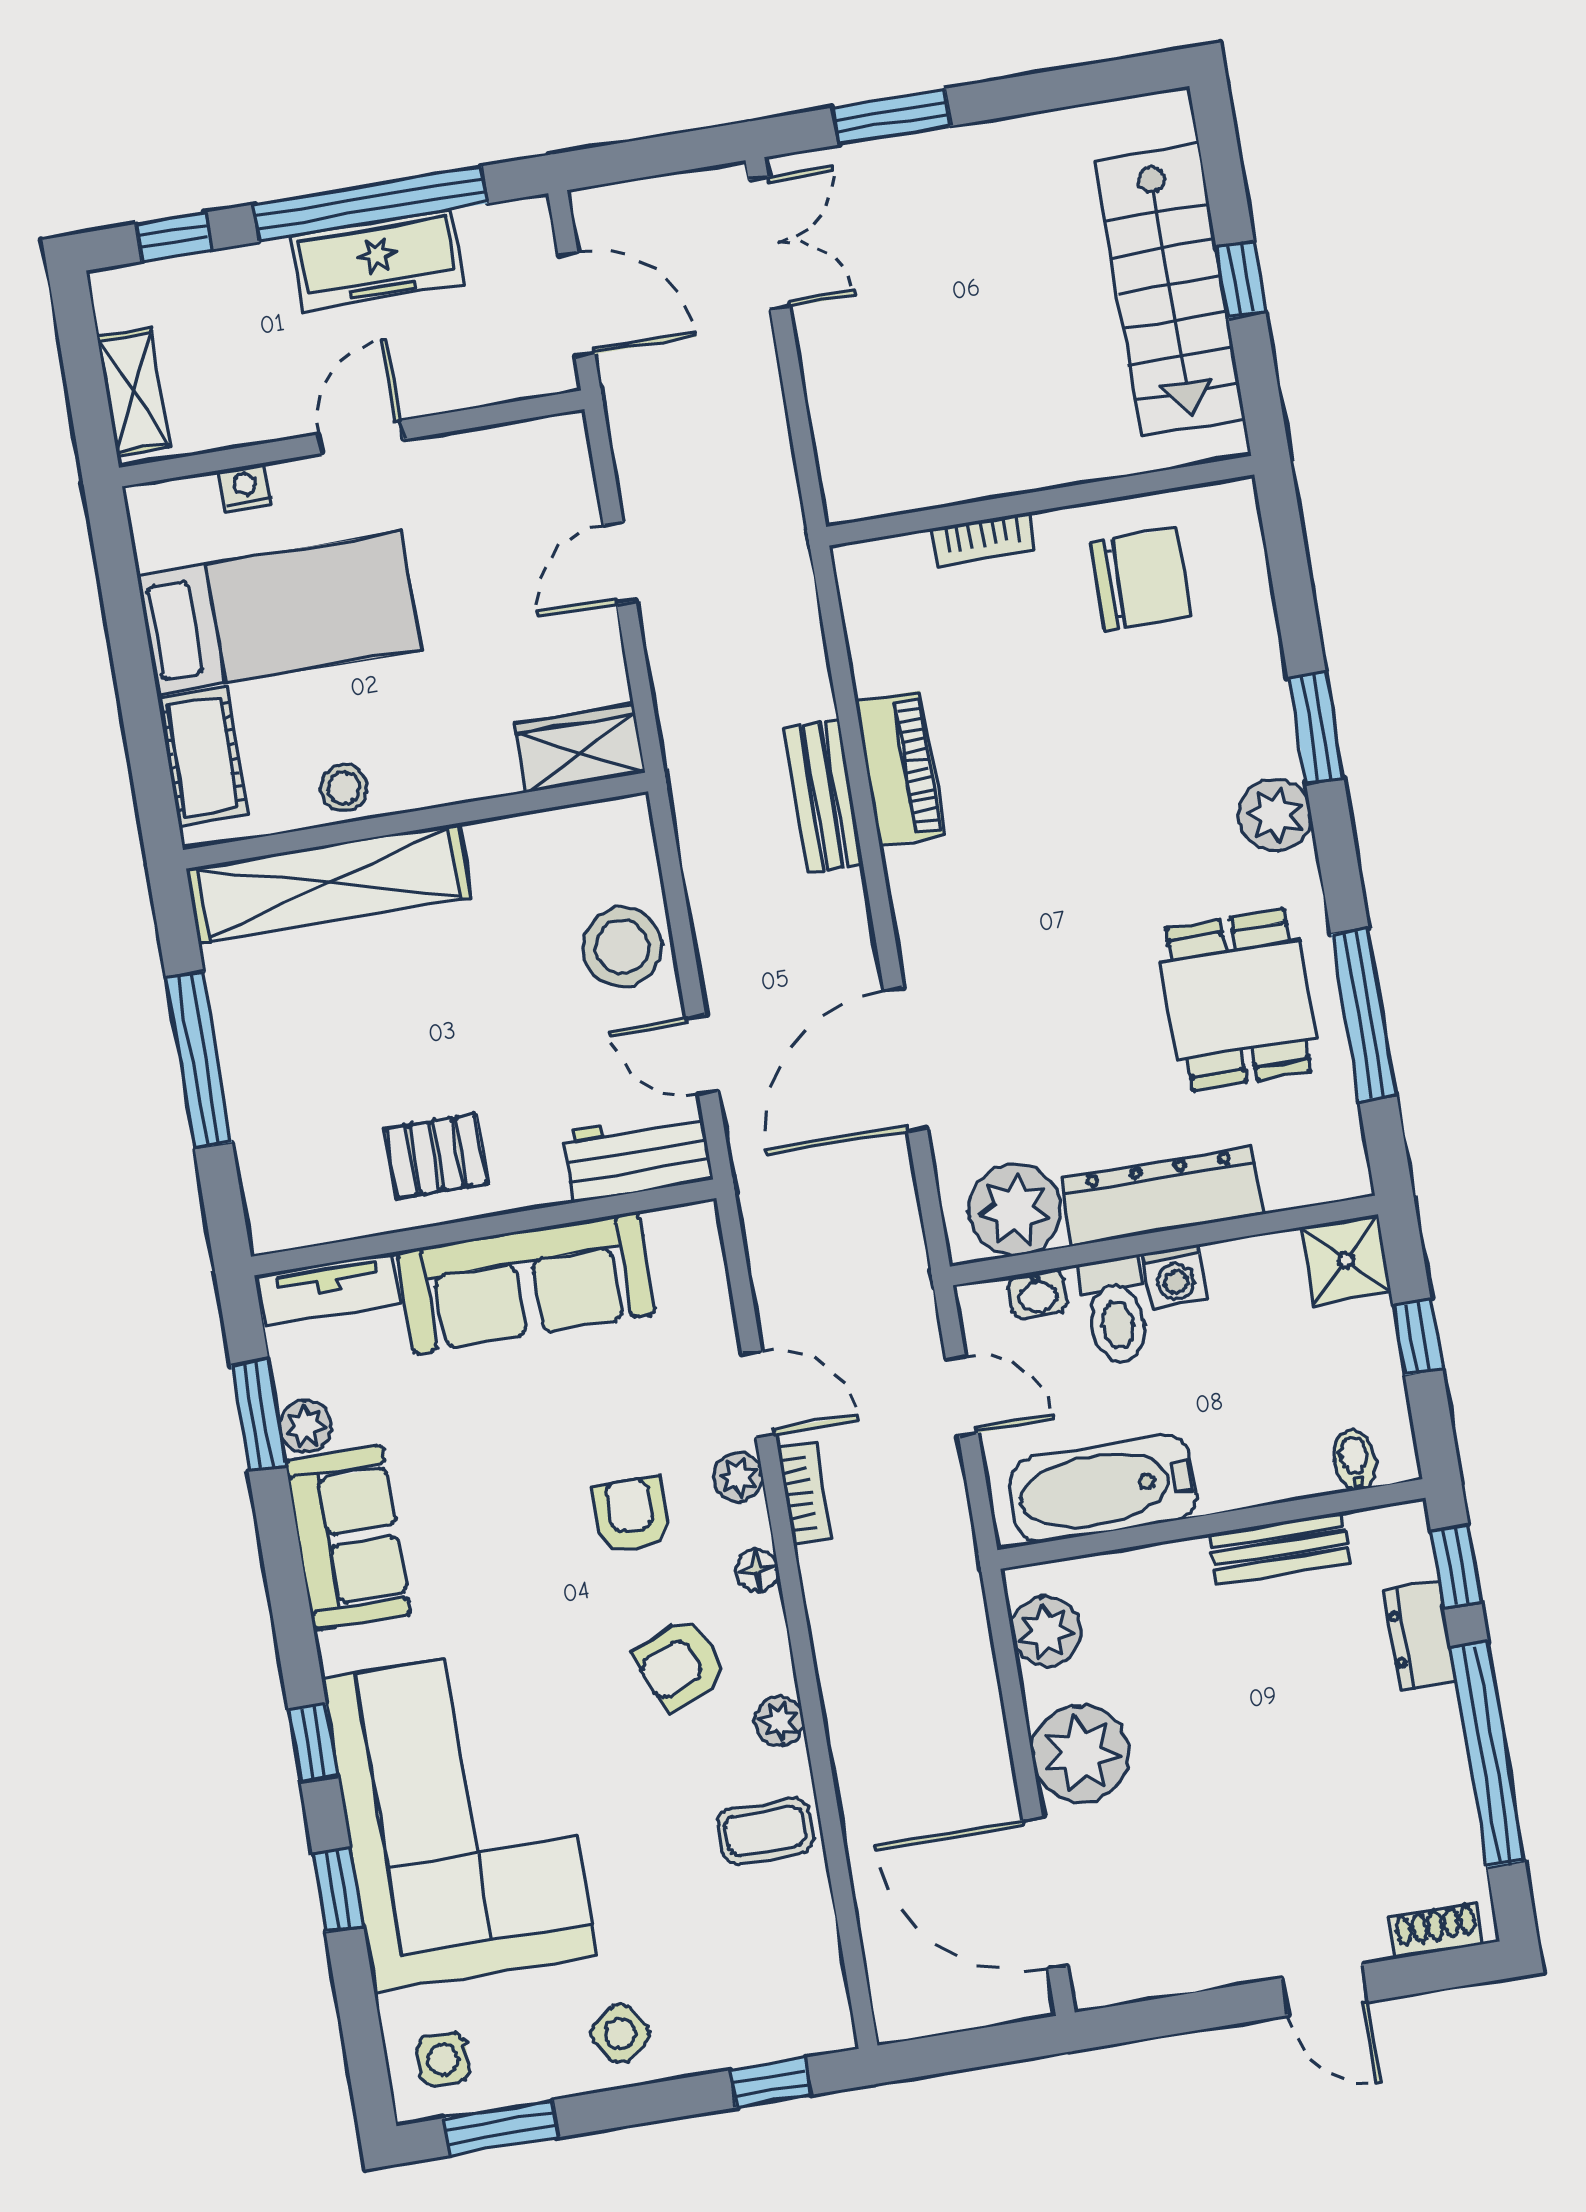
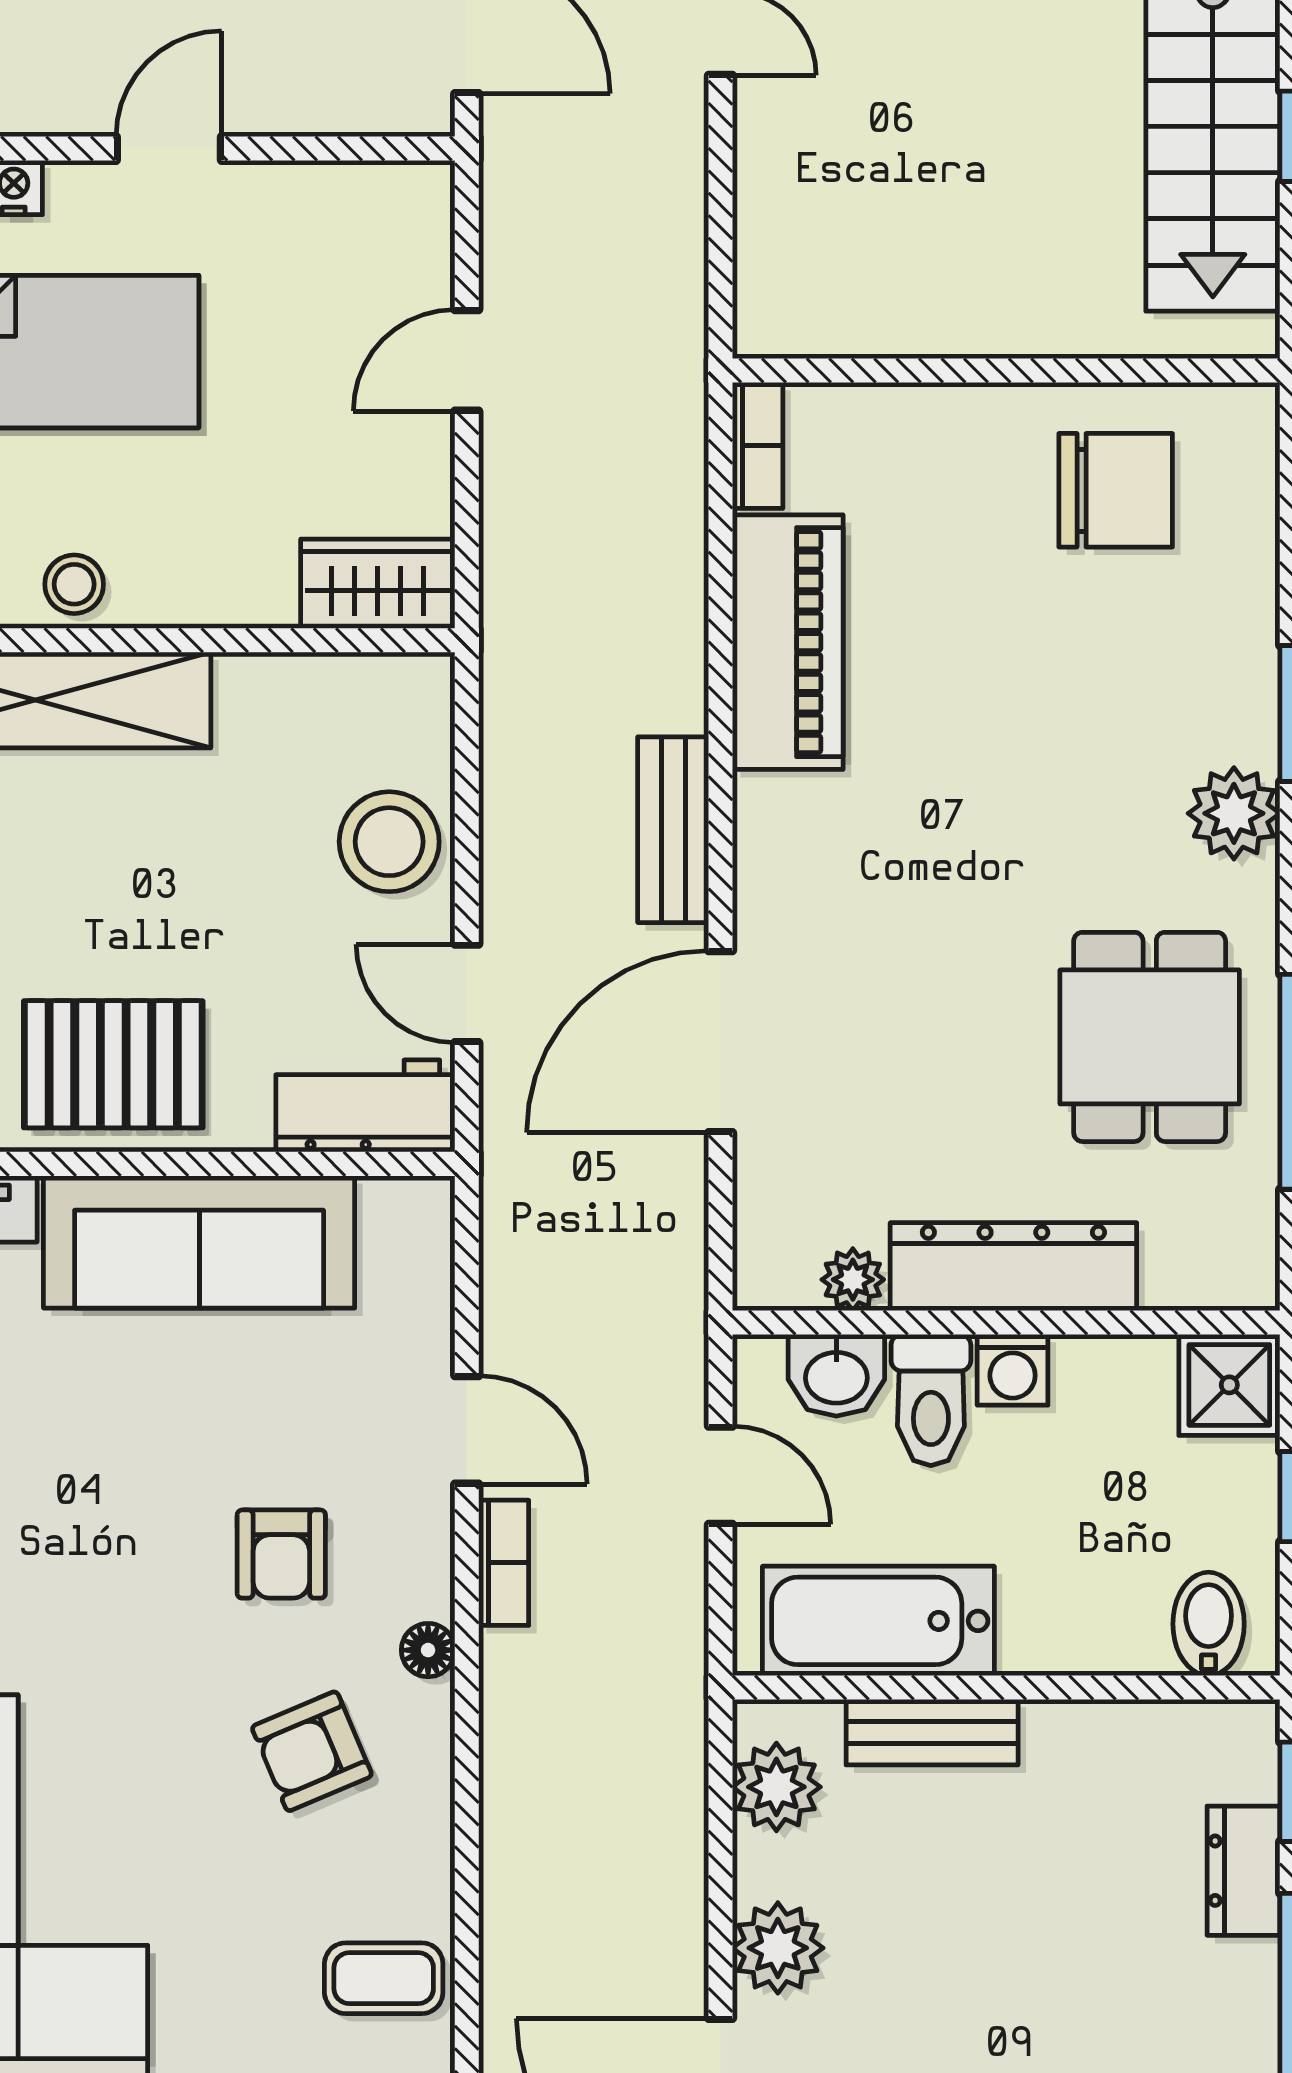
bookcase: (983, 540) -> (758, 445), moved, turned -90
piano: (900, 768) -> (788, 642), width x1.37, depth x1.33
bench: (824, 796) -> (673, 830), moved
pallet: (437, 1156) -> (113, 1064), width x1.50, depth x1.42
plant: (1015, 1209) -> (853, 1280), width x0.53, depth x0.53
washbasin: (1037, 1294) -> (836, 1375), width x1.38, depth x1.45
bidet: (1355, 1460) -> (1209, 1624), width x1.38, depth x1.36
plant: (738, 1477) -> (424, 1529), removed
armchair: (631, 1515) -> (281, 1554), turned 180
bench: (1279, 1548) -> (932, 1732), moved
plant: (779, 1721) -> (424, 1844), removed
plant: (1081, 1754) -> (778, 1948), width x0.73, depth x0.73

